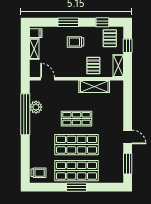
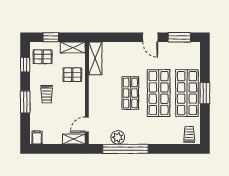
shelving: (34, 49) -> (74, 139), moved
shelving: (94, 87) -> (95, 58), moved
door: (128, 137) -> (150, 37), swing flipped

